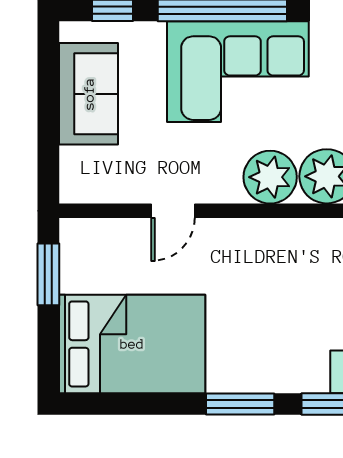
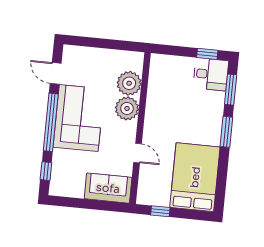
sofa: (89, 94) -> (108, 188), moved
window: (48, 274) -> (160, 211), width x0.67

